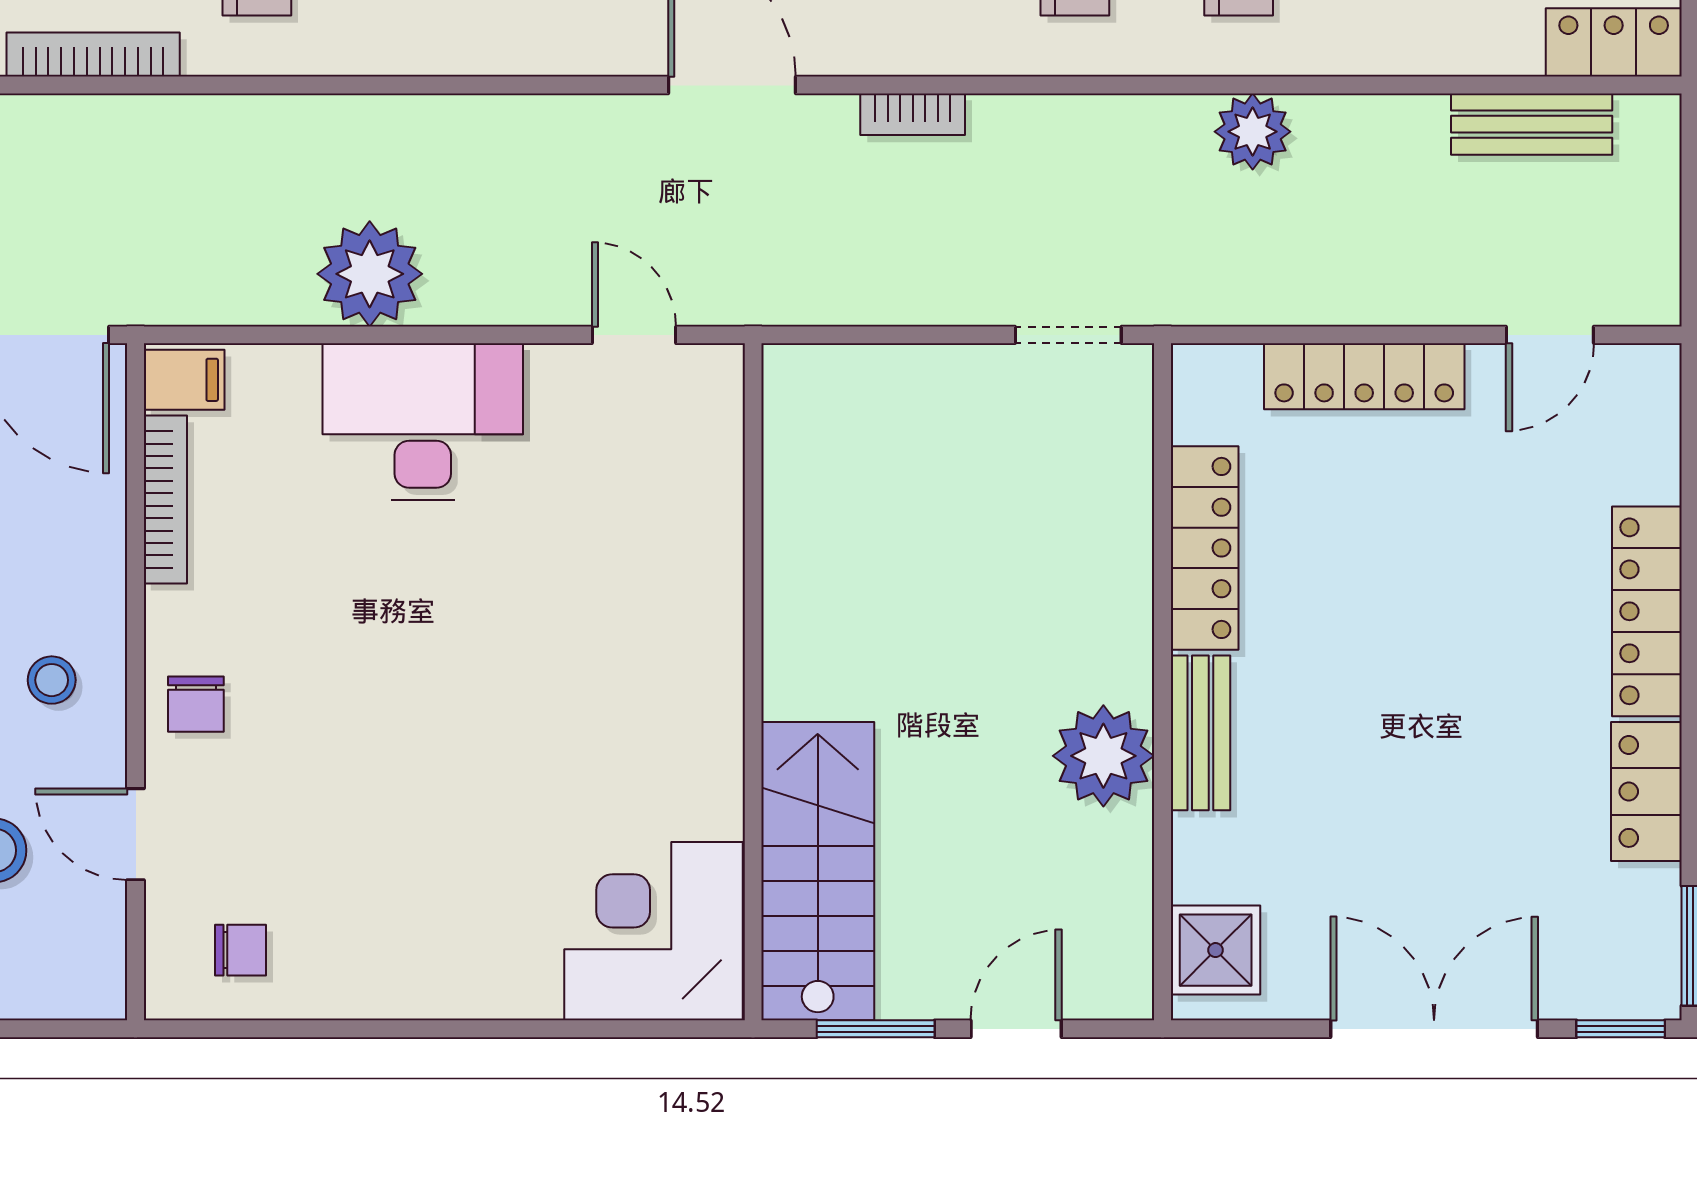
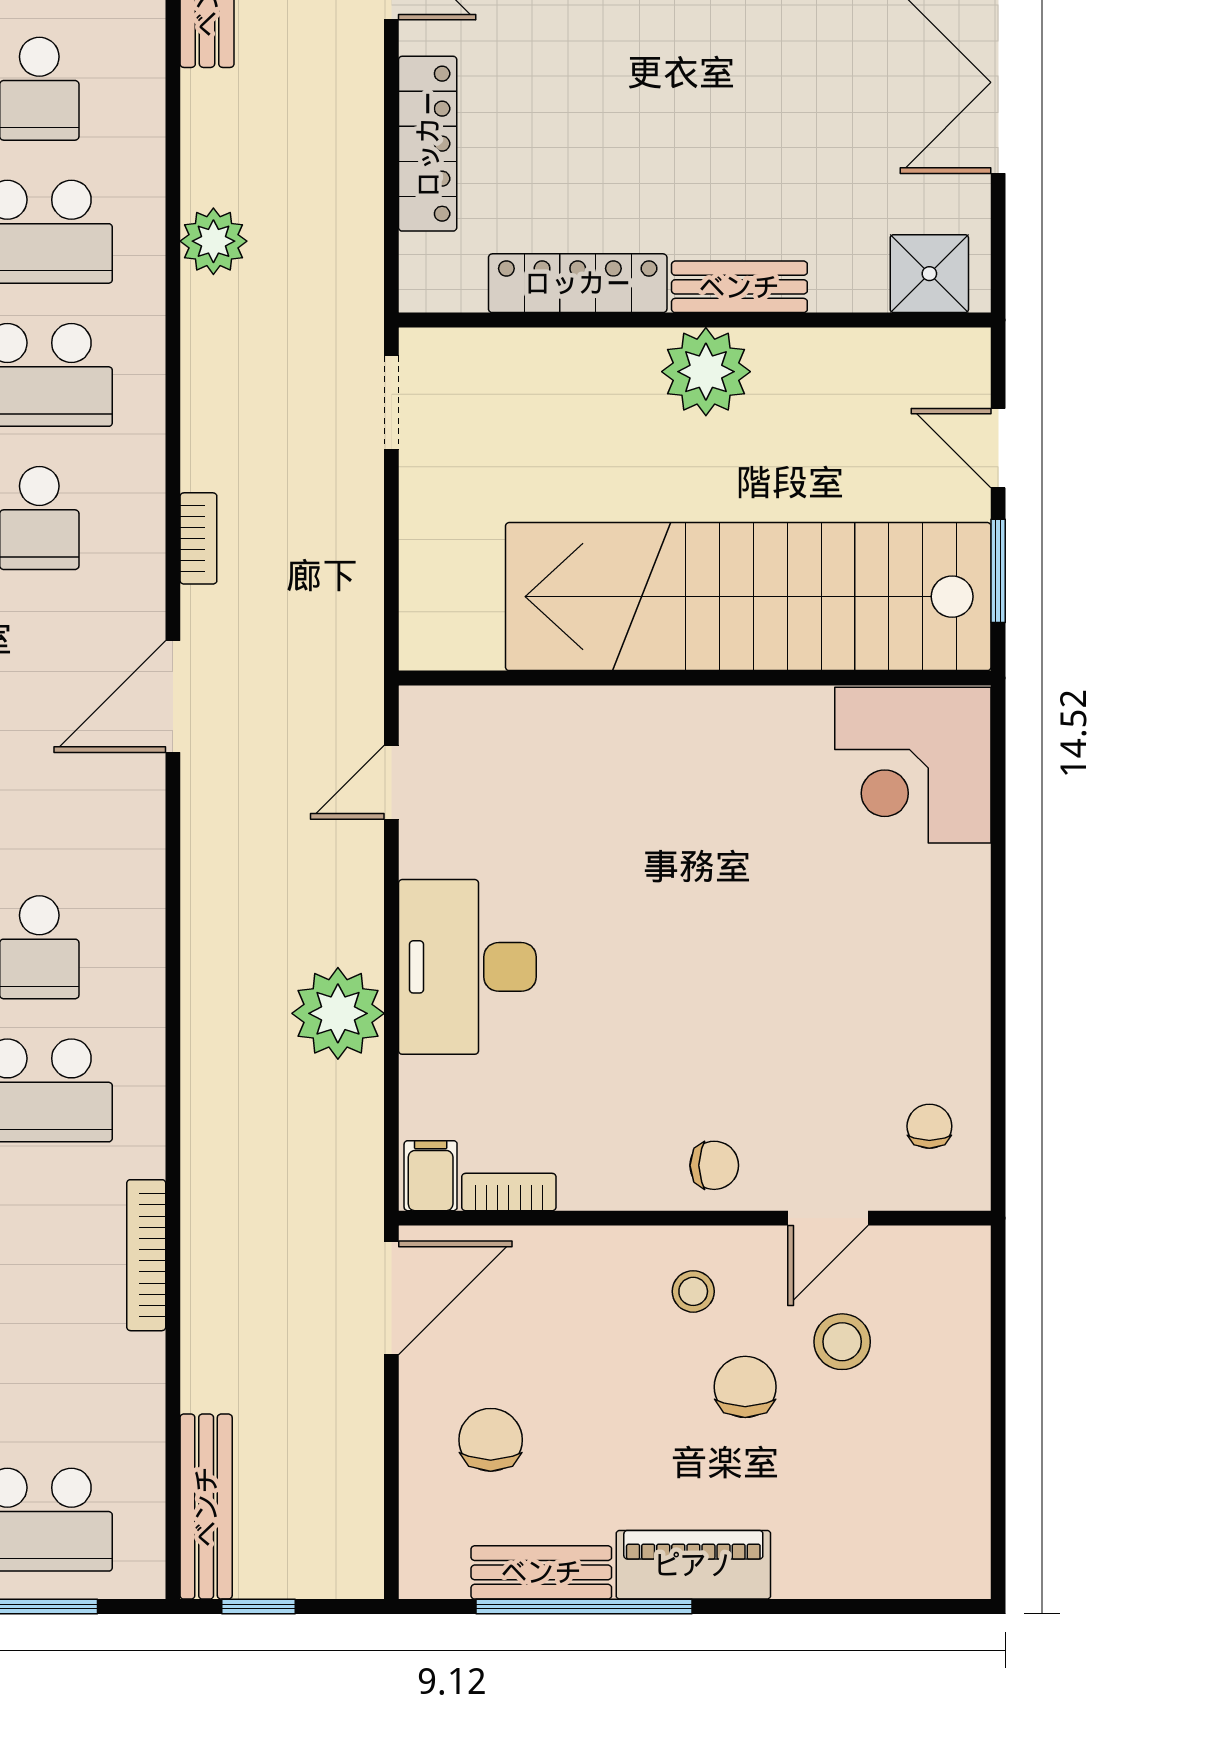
bookcase: (165, 500) -> (509, 1192), width x0.64
plant: (1103, 756) -> (706, 372), moved
stairs: (818, 871) -> (748, 597), width x1.86, depth x1.51

